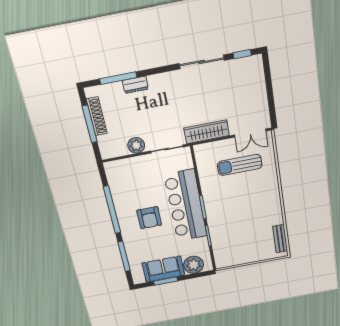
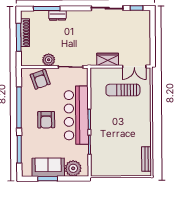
wardrobe: (207, 132) -> (108, 59), width x0.67
armchair: (131, 172) -> (40, 79), added

